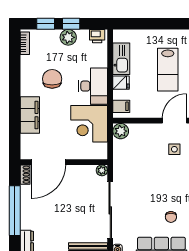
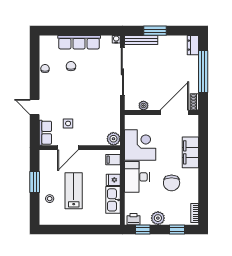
window: (71, 24) -> (143, 230), moved
plant: (102, 170) -> (143, 106), moved

